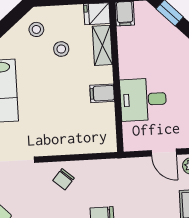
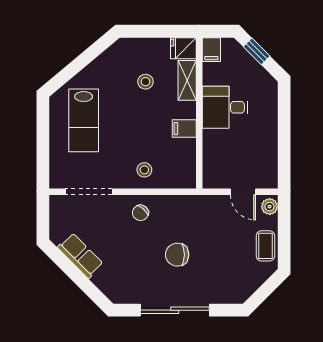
stool: (36, 29) -> (144, 170), moved
desk: (143, 99) -> (225, 107), moved

